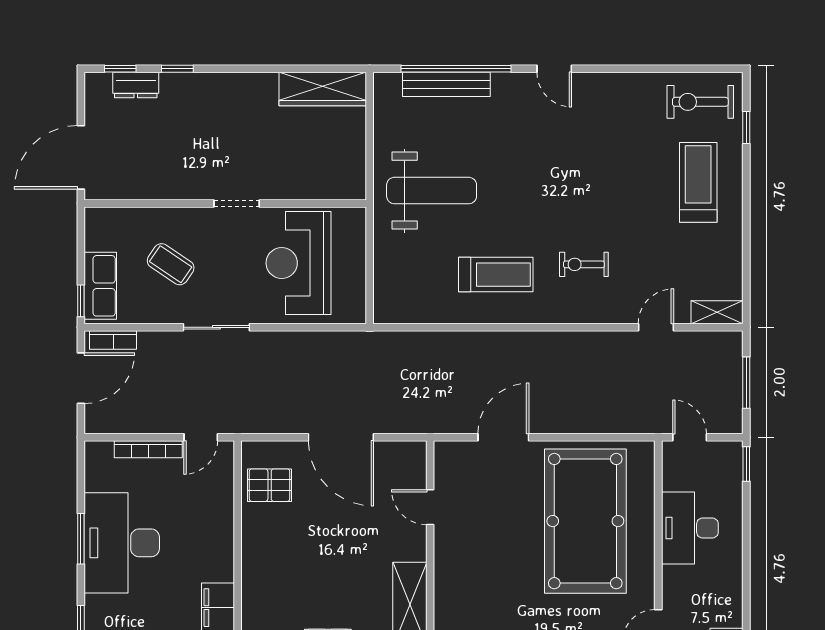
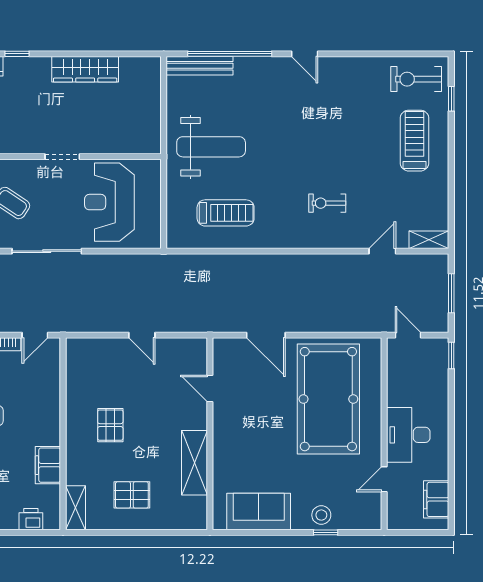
bench: (446, 84) -> (200, 66), moved
wardrobe: (323, 89) -> (85, 69), moved
treadmill: (496, 275) -> (226, 213), moved
sliding door: (216, 327) -> (47, 251), width x1.37
door: (341, 437) -> (142, 335), width x0.53
door: (503, 437) -> (266, 335), swing flipped
pallet: (270, 485) -> (110, 425), moved, turned 90
desk: (690, 528) -> (408, 435), moved

